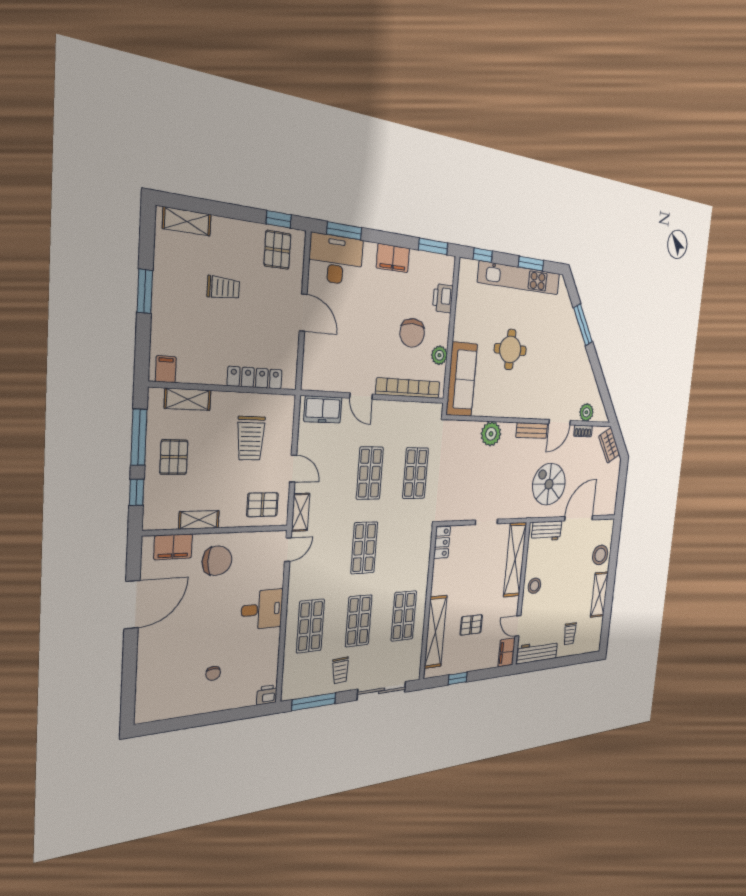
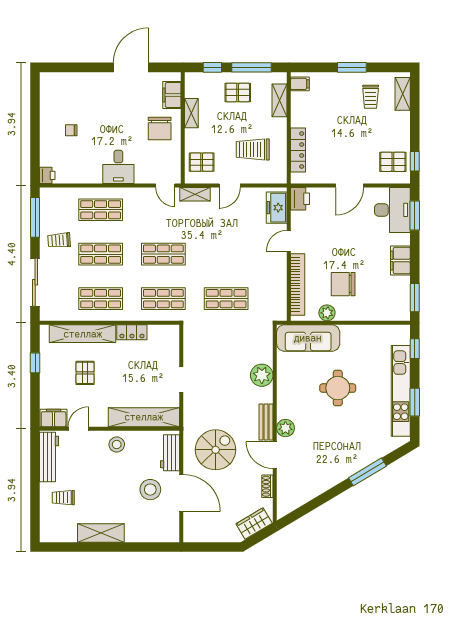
trolley: (223, 288) -> (371, 97), moved
printer: (443, 298) -> (300, 199), moved, turned 90
plant: (586, 412) -> (285, 428), moved
shop shelf: (370, 473) -> (163, 299), moved
pallet: (263, 505) -> (202, 162), turned 90
locker: (442, 542) -> (132, 332), moved
stool: (600, 555) -> (150, 490), moved
door: (132, 605) -> (131, 67), swing flipped

